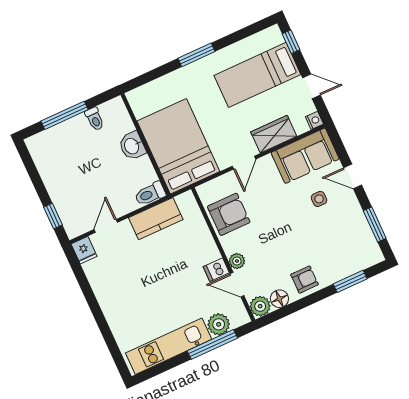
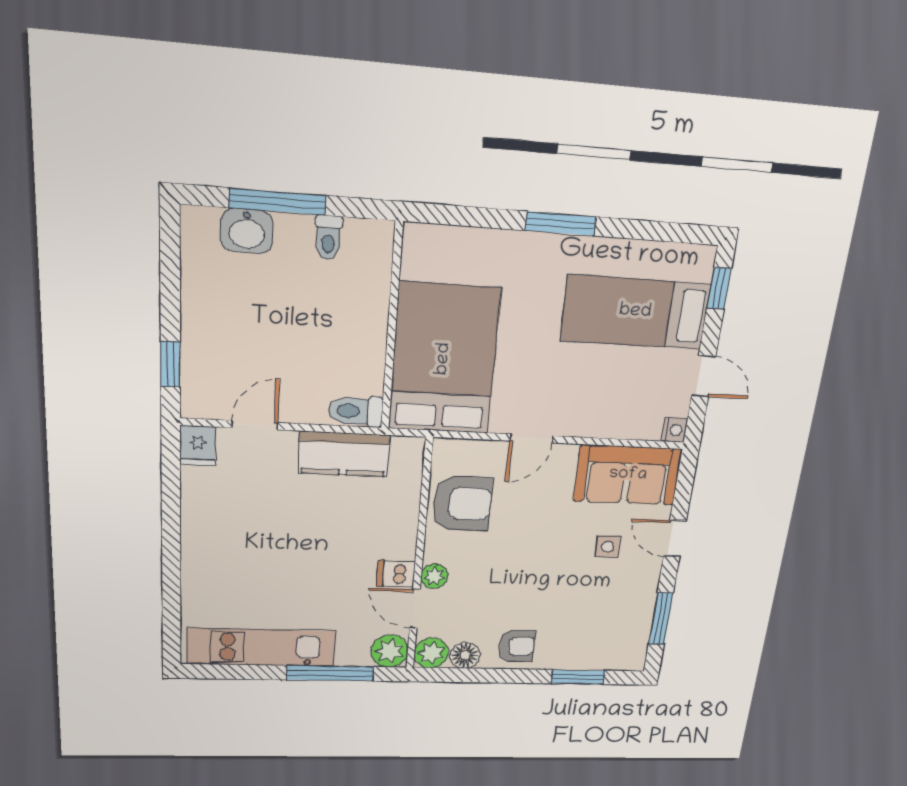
wardrobe: (274, 134) -> (602, 419), removed
washbasin: (132, 146) -> (247, 231), moved, turned -90
plant: (219, 324) -> (390, 651), moved

